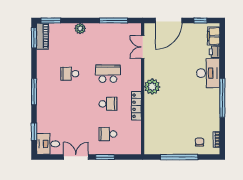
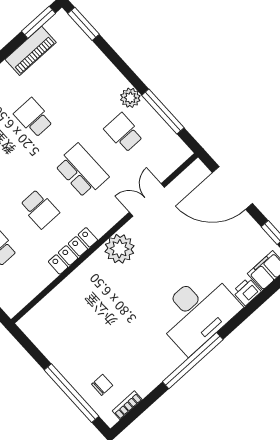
plant: (80, 28) -> (130, 98), moved
piano: (42, 36) -> (31, 51), moved
school desk: (108, 44) -> (124, 133), added
double door: (143, 47) -> (147, 200), moved
desk: (208, 73) -> (197, 312), width x1.36, depth x1.30
window: (179, 157) -> (71, 393), moved

